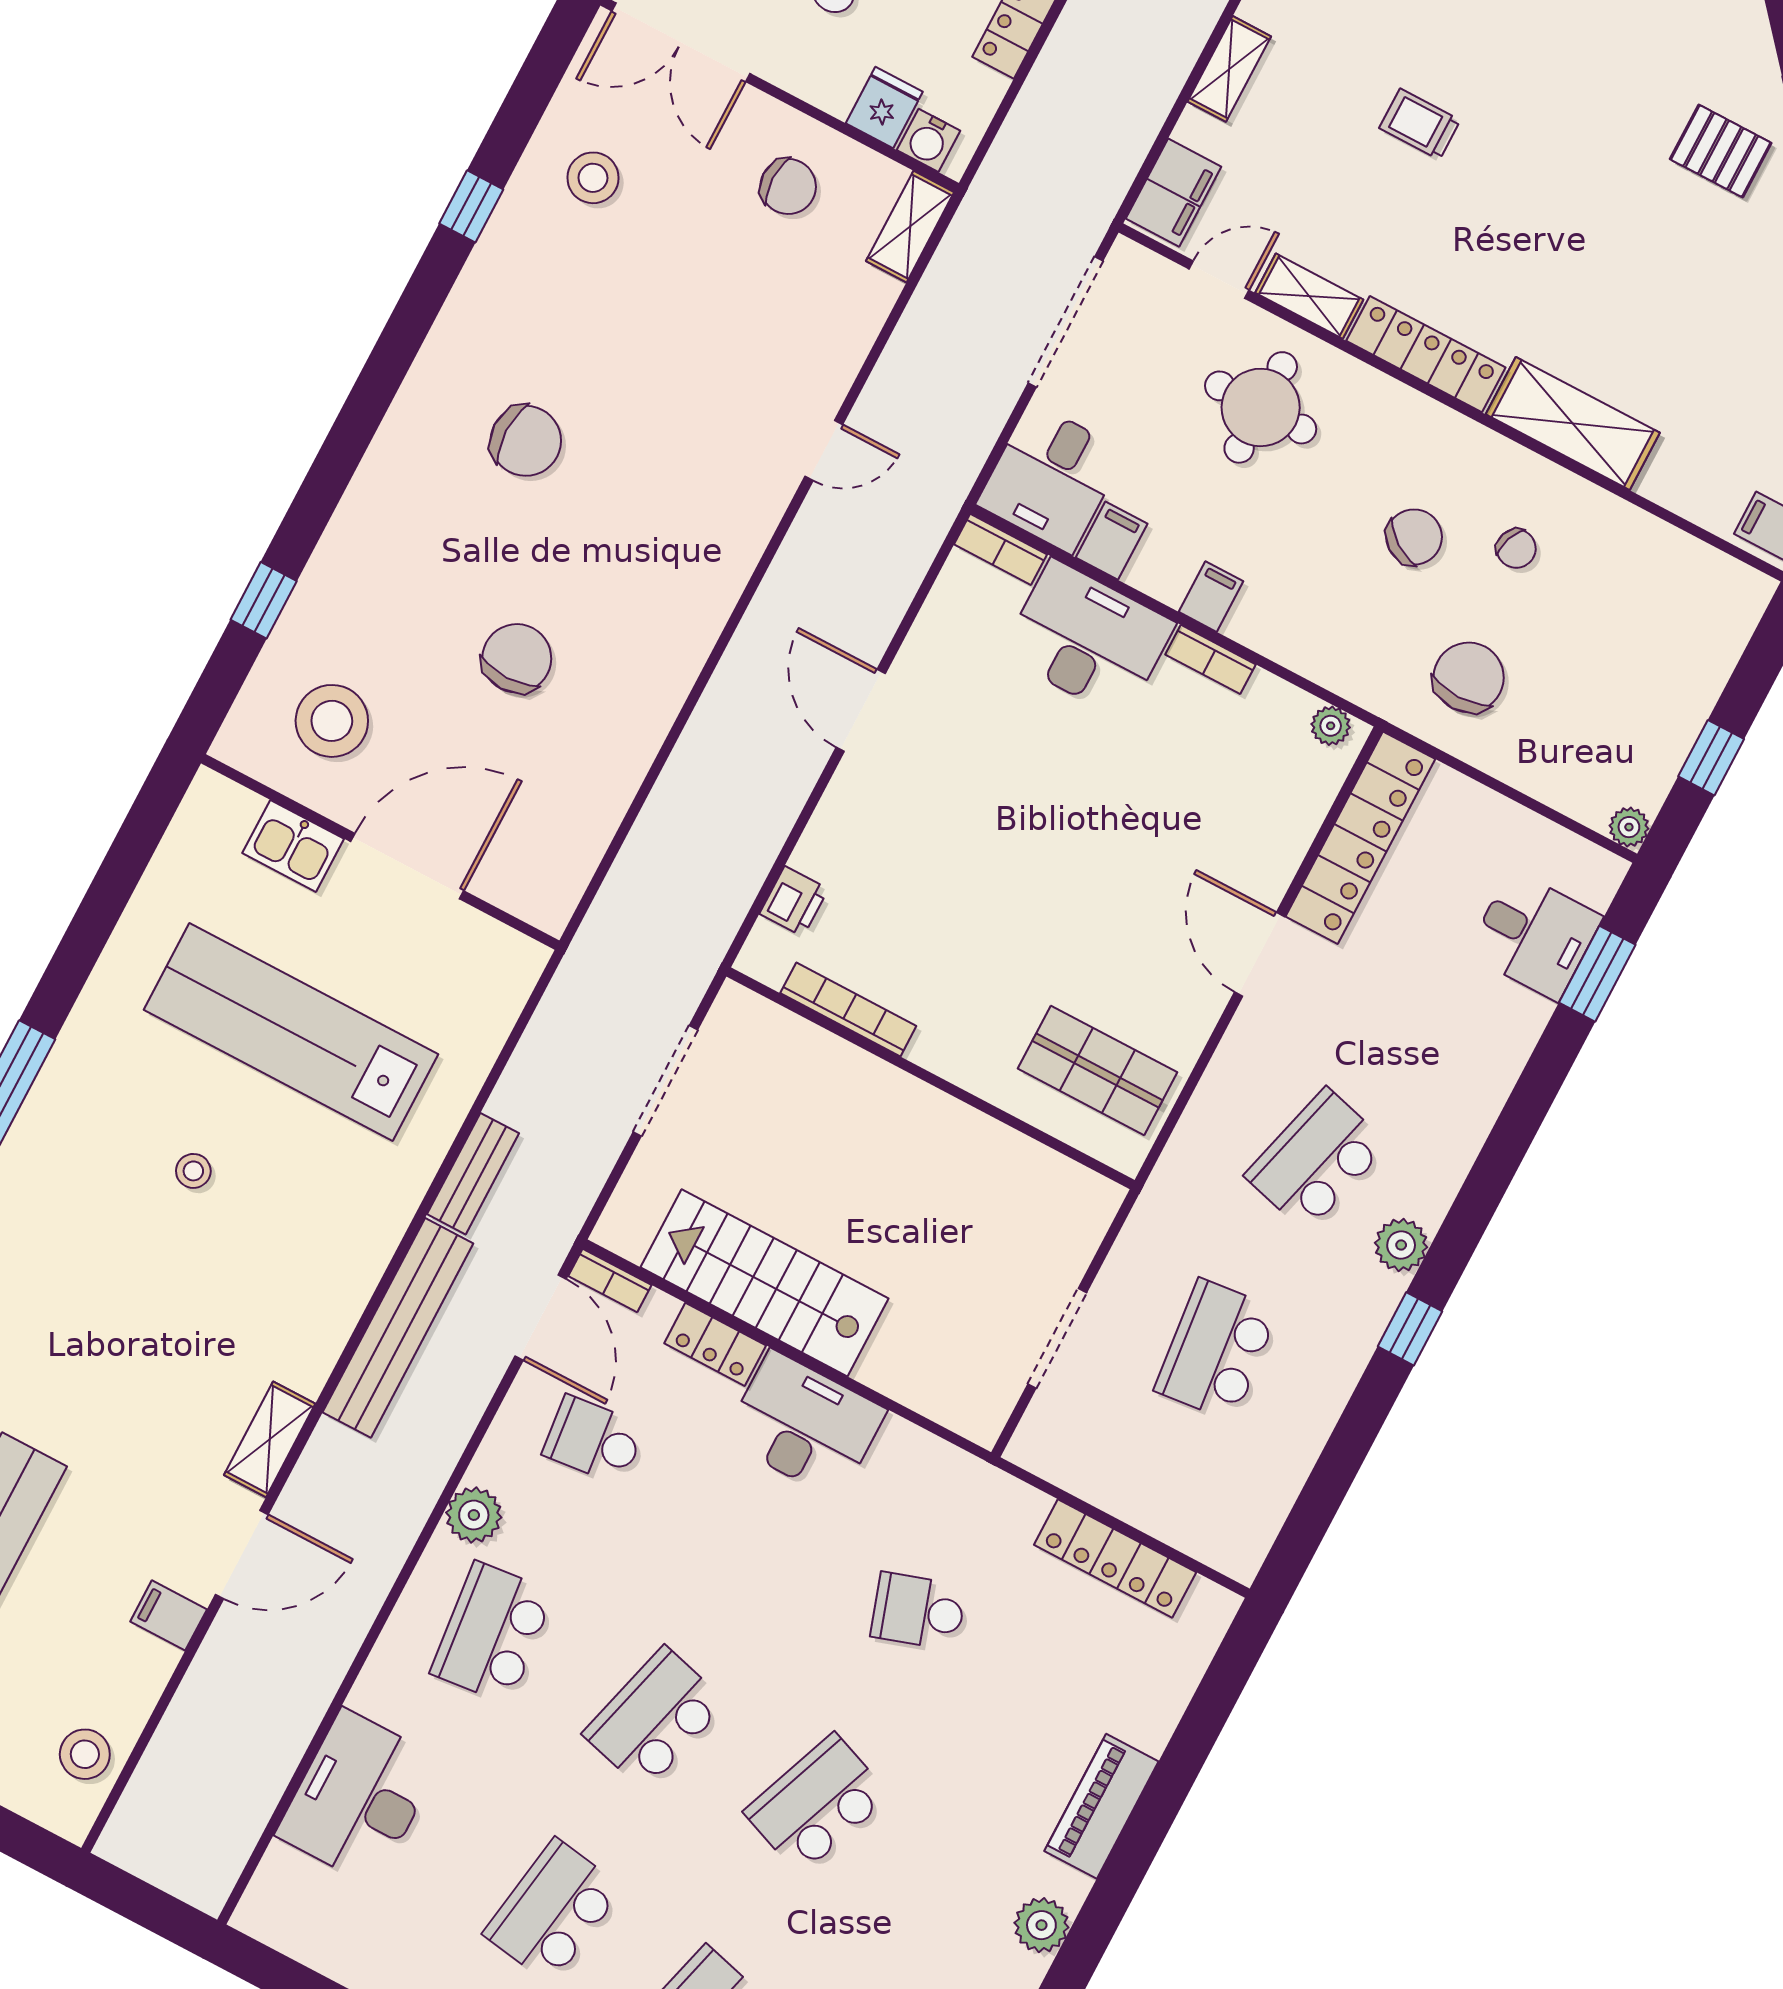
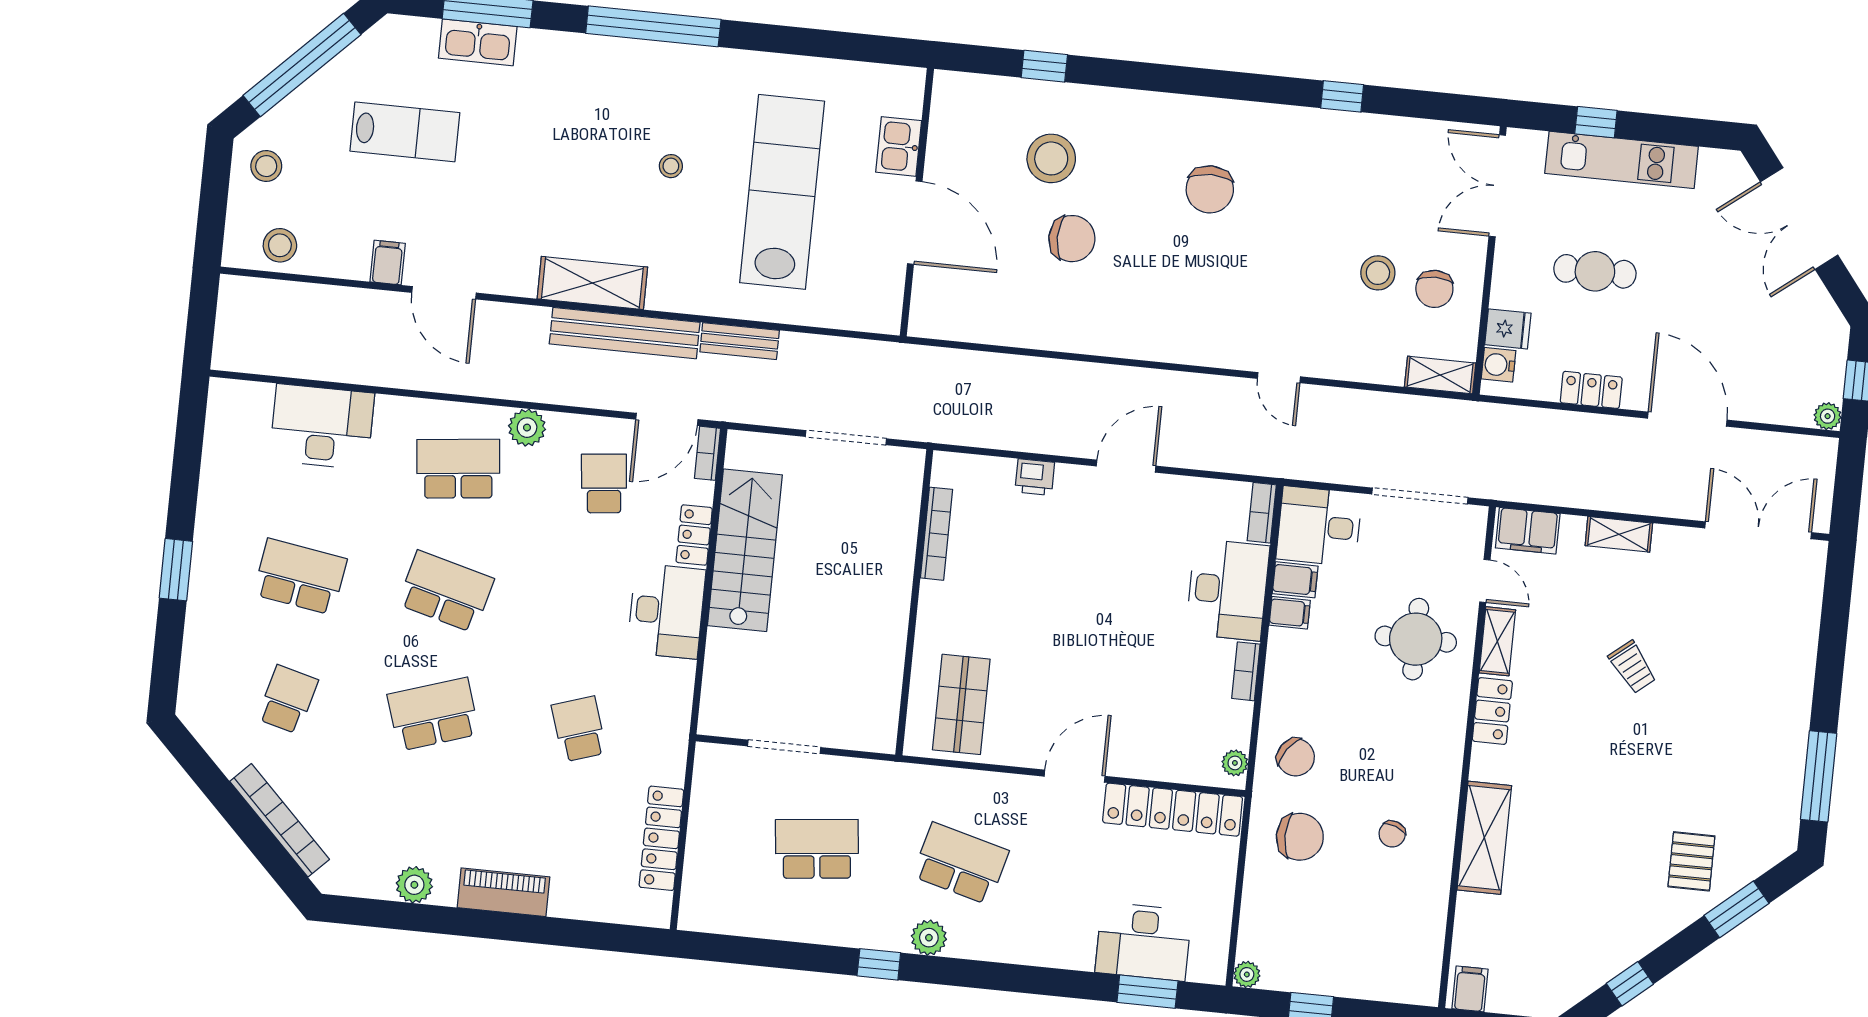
trolley: (1420, 124) -> (1632, 667), turned 141
stool: (593, 178) -> (1378, 273), moved
locker: (1426, 354) -> (1492, 711), width x0.66
chair: (1414, 537) -> (1296, 757), moved
filing cabinet: (1211, 597) -> (1290, 613), moved
stool: (332, 721) -> (1051, 158), moved
printer: (794, 901) -> (1035, 477), moved
desk: (1534, 935) -> (1143, 942), width x1.37
shelving: (270, 1439) -> (592, 283), moved, width x1.50, depth x1.33
school desk: (817, 1804) -> (433, 714), turned -39

